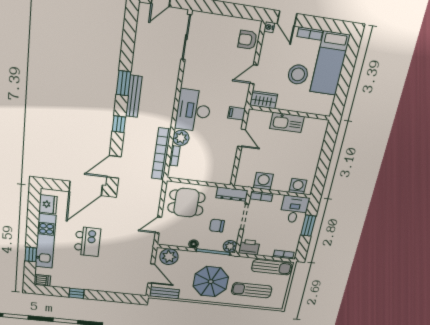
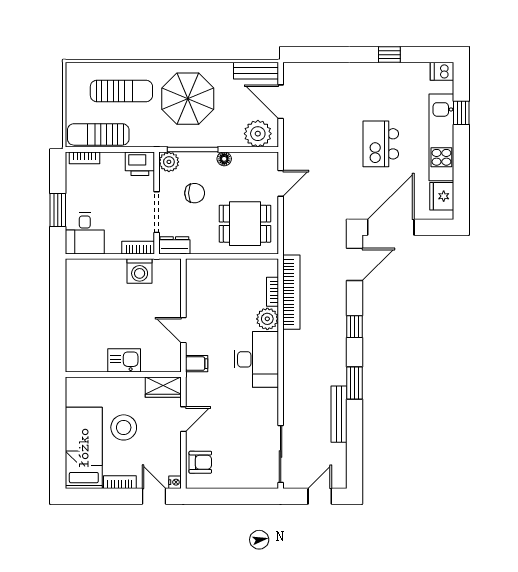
bench: (134, 96) -> (339, 414), moved
kitchen sink: (287, 122) -> (124, 360), width x0.73
washing machine: (298, 186) -> (88, 270), removed
dresser: (232, 194) -> (174, 245), width x0.70

